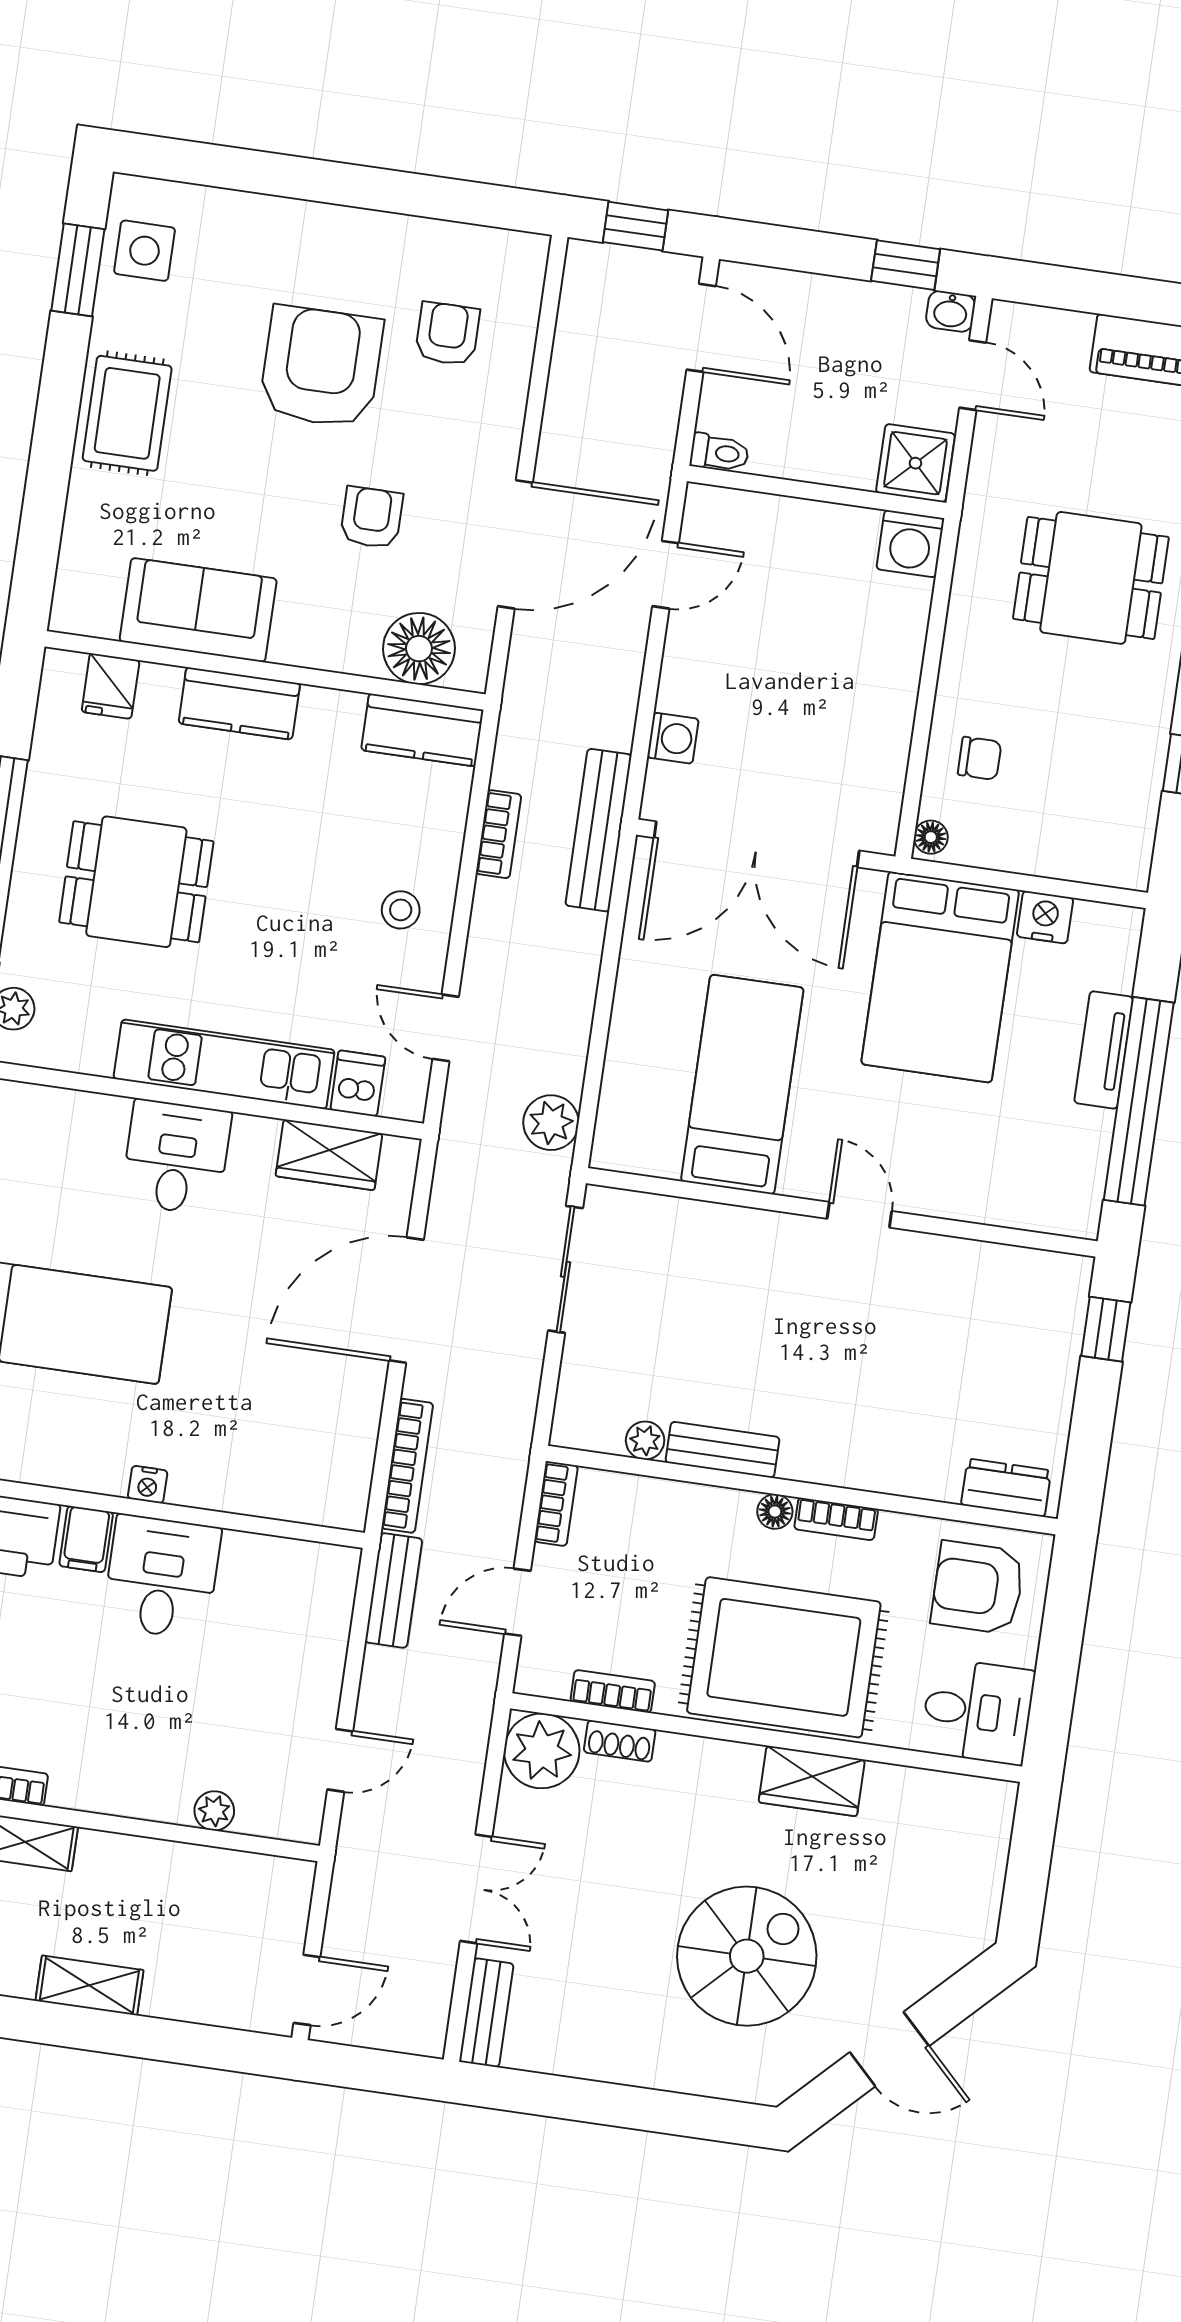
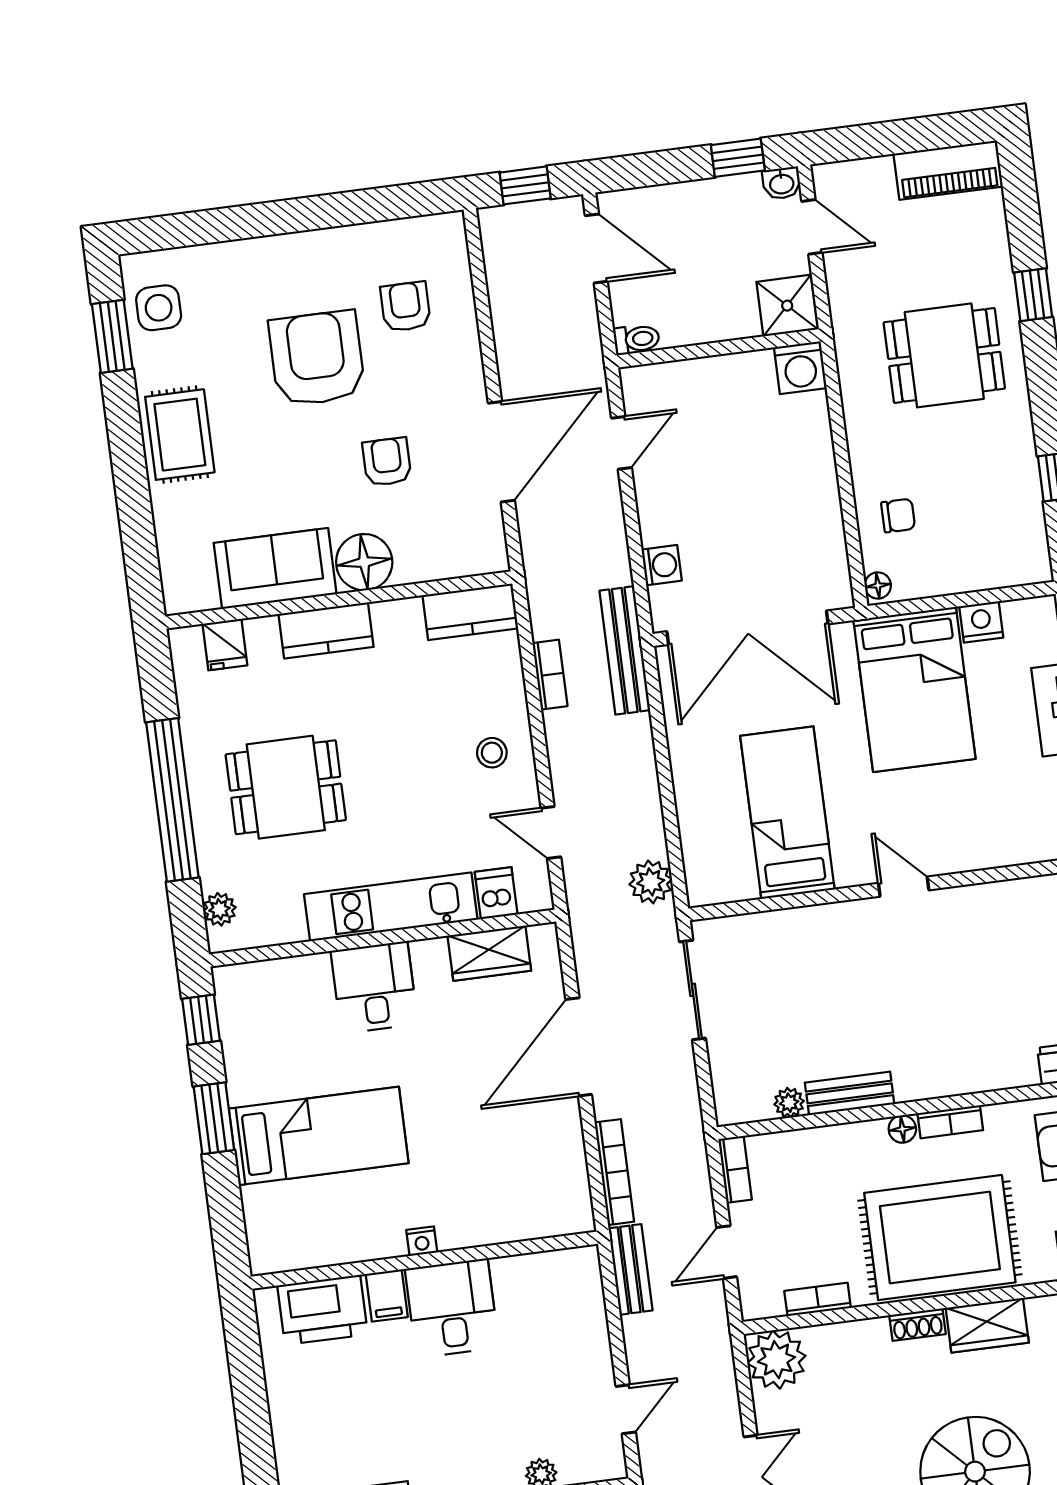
floor lamp: (419, 649) -> (364, 562), moved
shoe rack: (620, 1741) -> (917, 1325), moved

